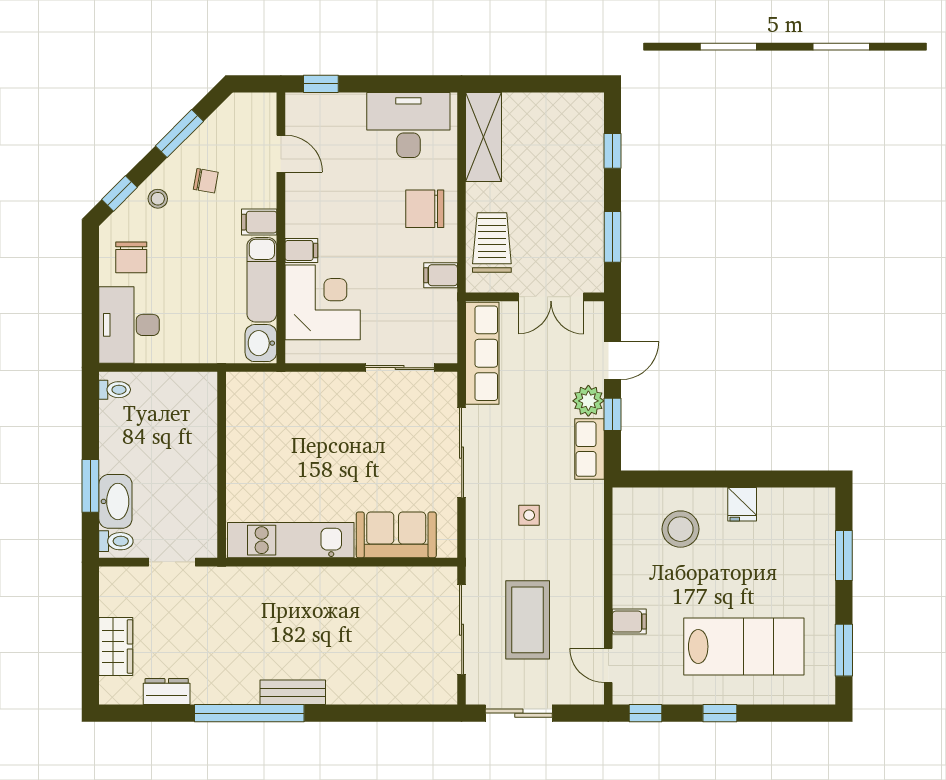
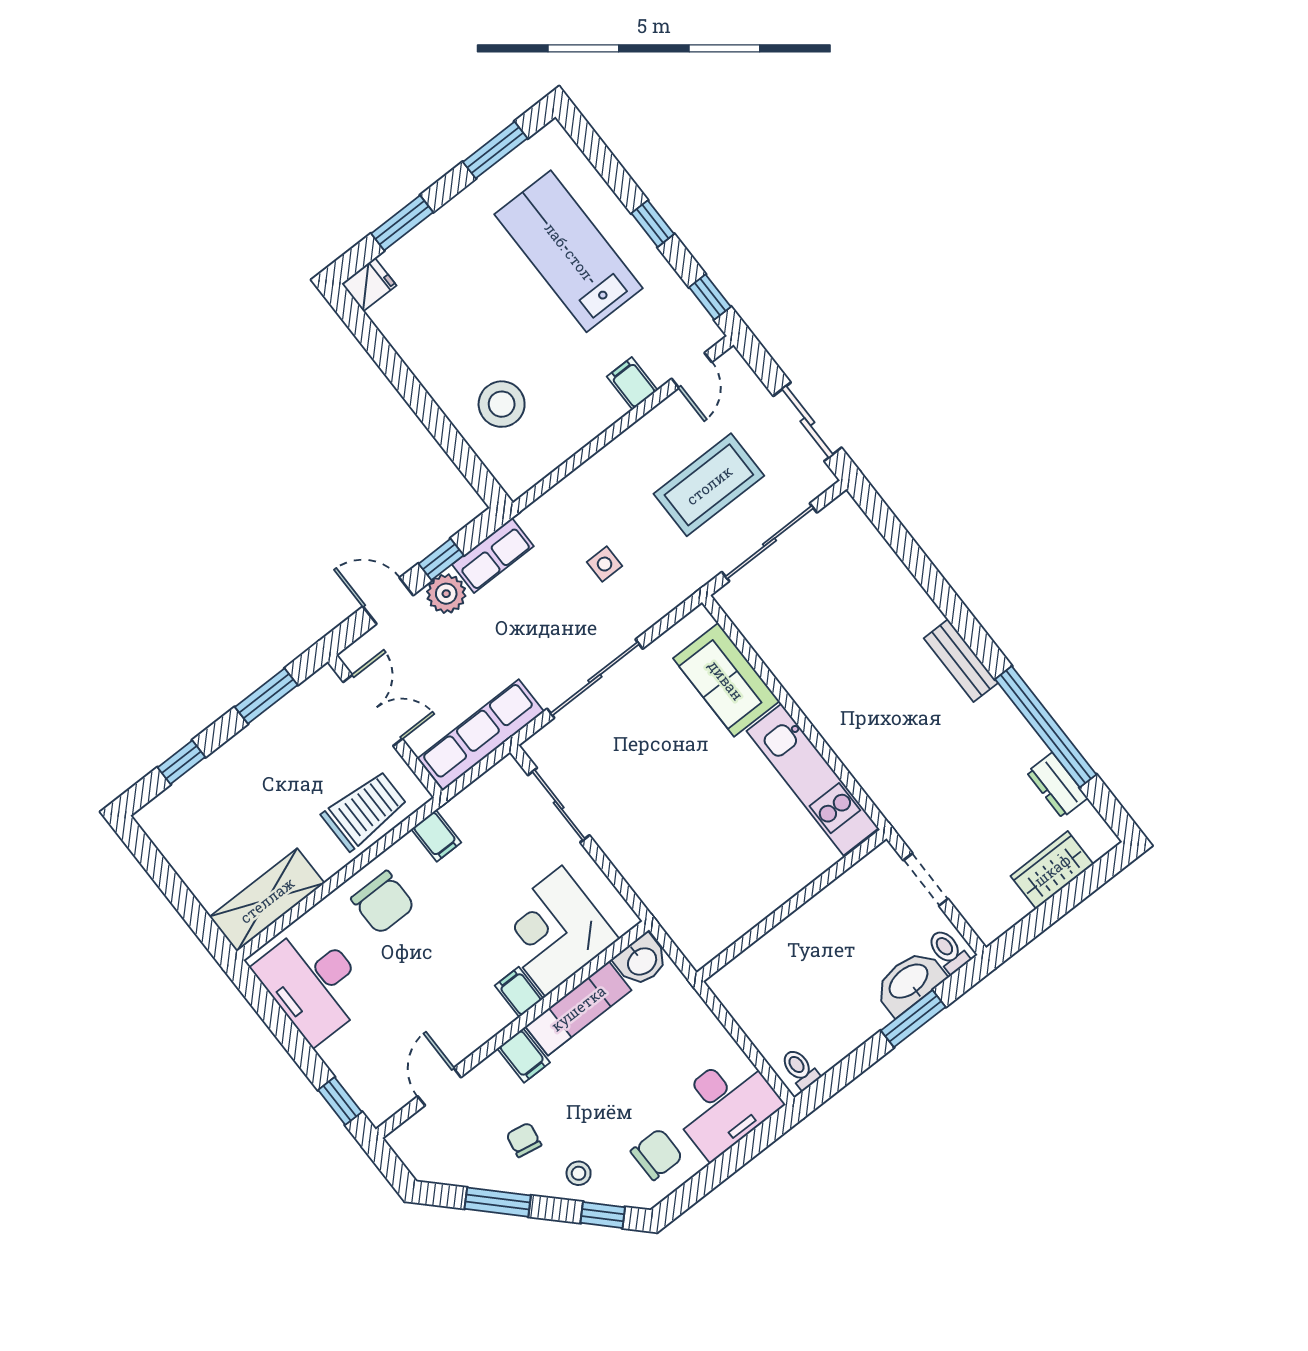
trolley: (492, 242) -> (364, 810), turned 180
fridge: (742, 504) -> (369, 285), moved
window: (249, 713) -> (1046, 727), moved

